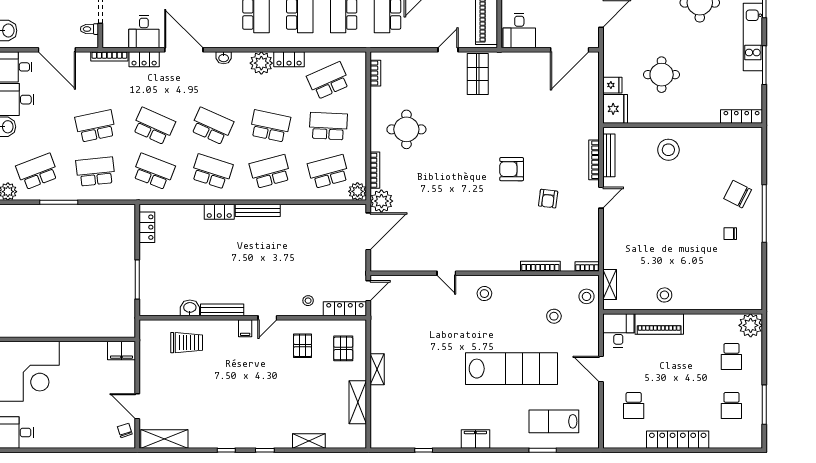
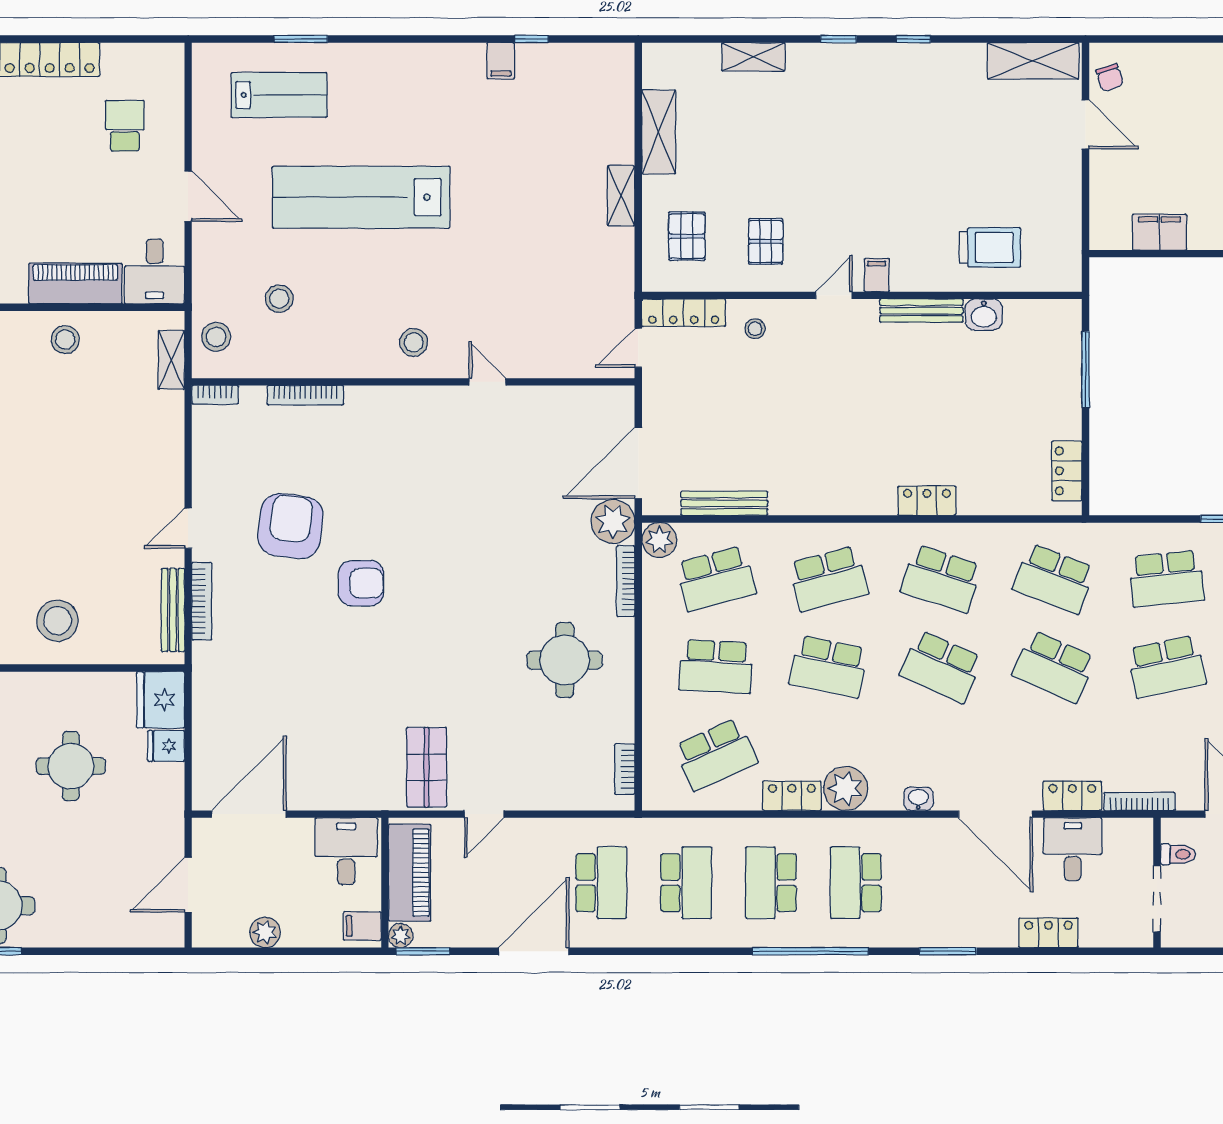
armchair: (548, 199) -> (290, 526), width x1.88, depth x1.88
bench: (258, 210) -> (724, 503), moved
trolley: (187, 343) -> (990, 247), turned 180
filing cabinet: (122, 351) -> (1159, 232), moved
filing cabinet: (475, 439) -> (501, 61), moved, width x0.50

